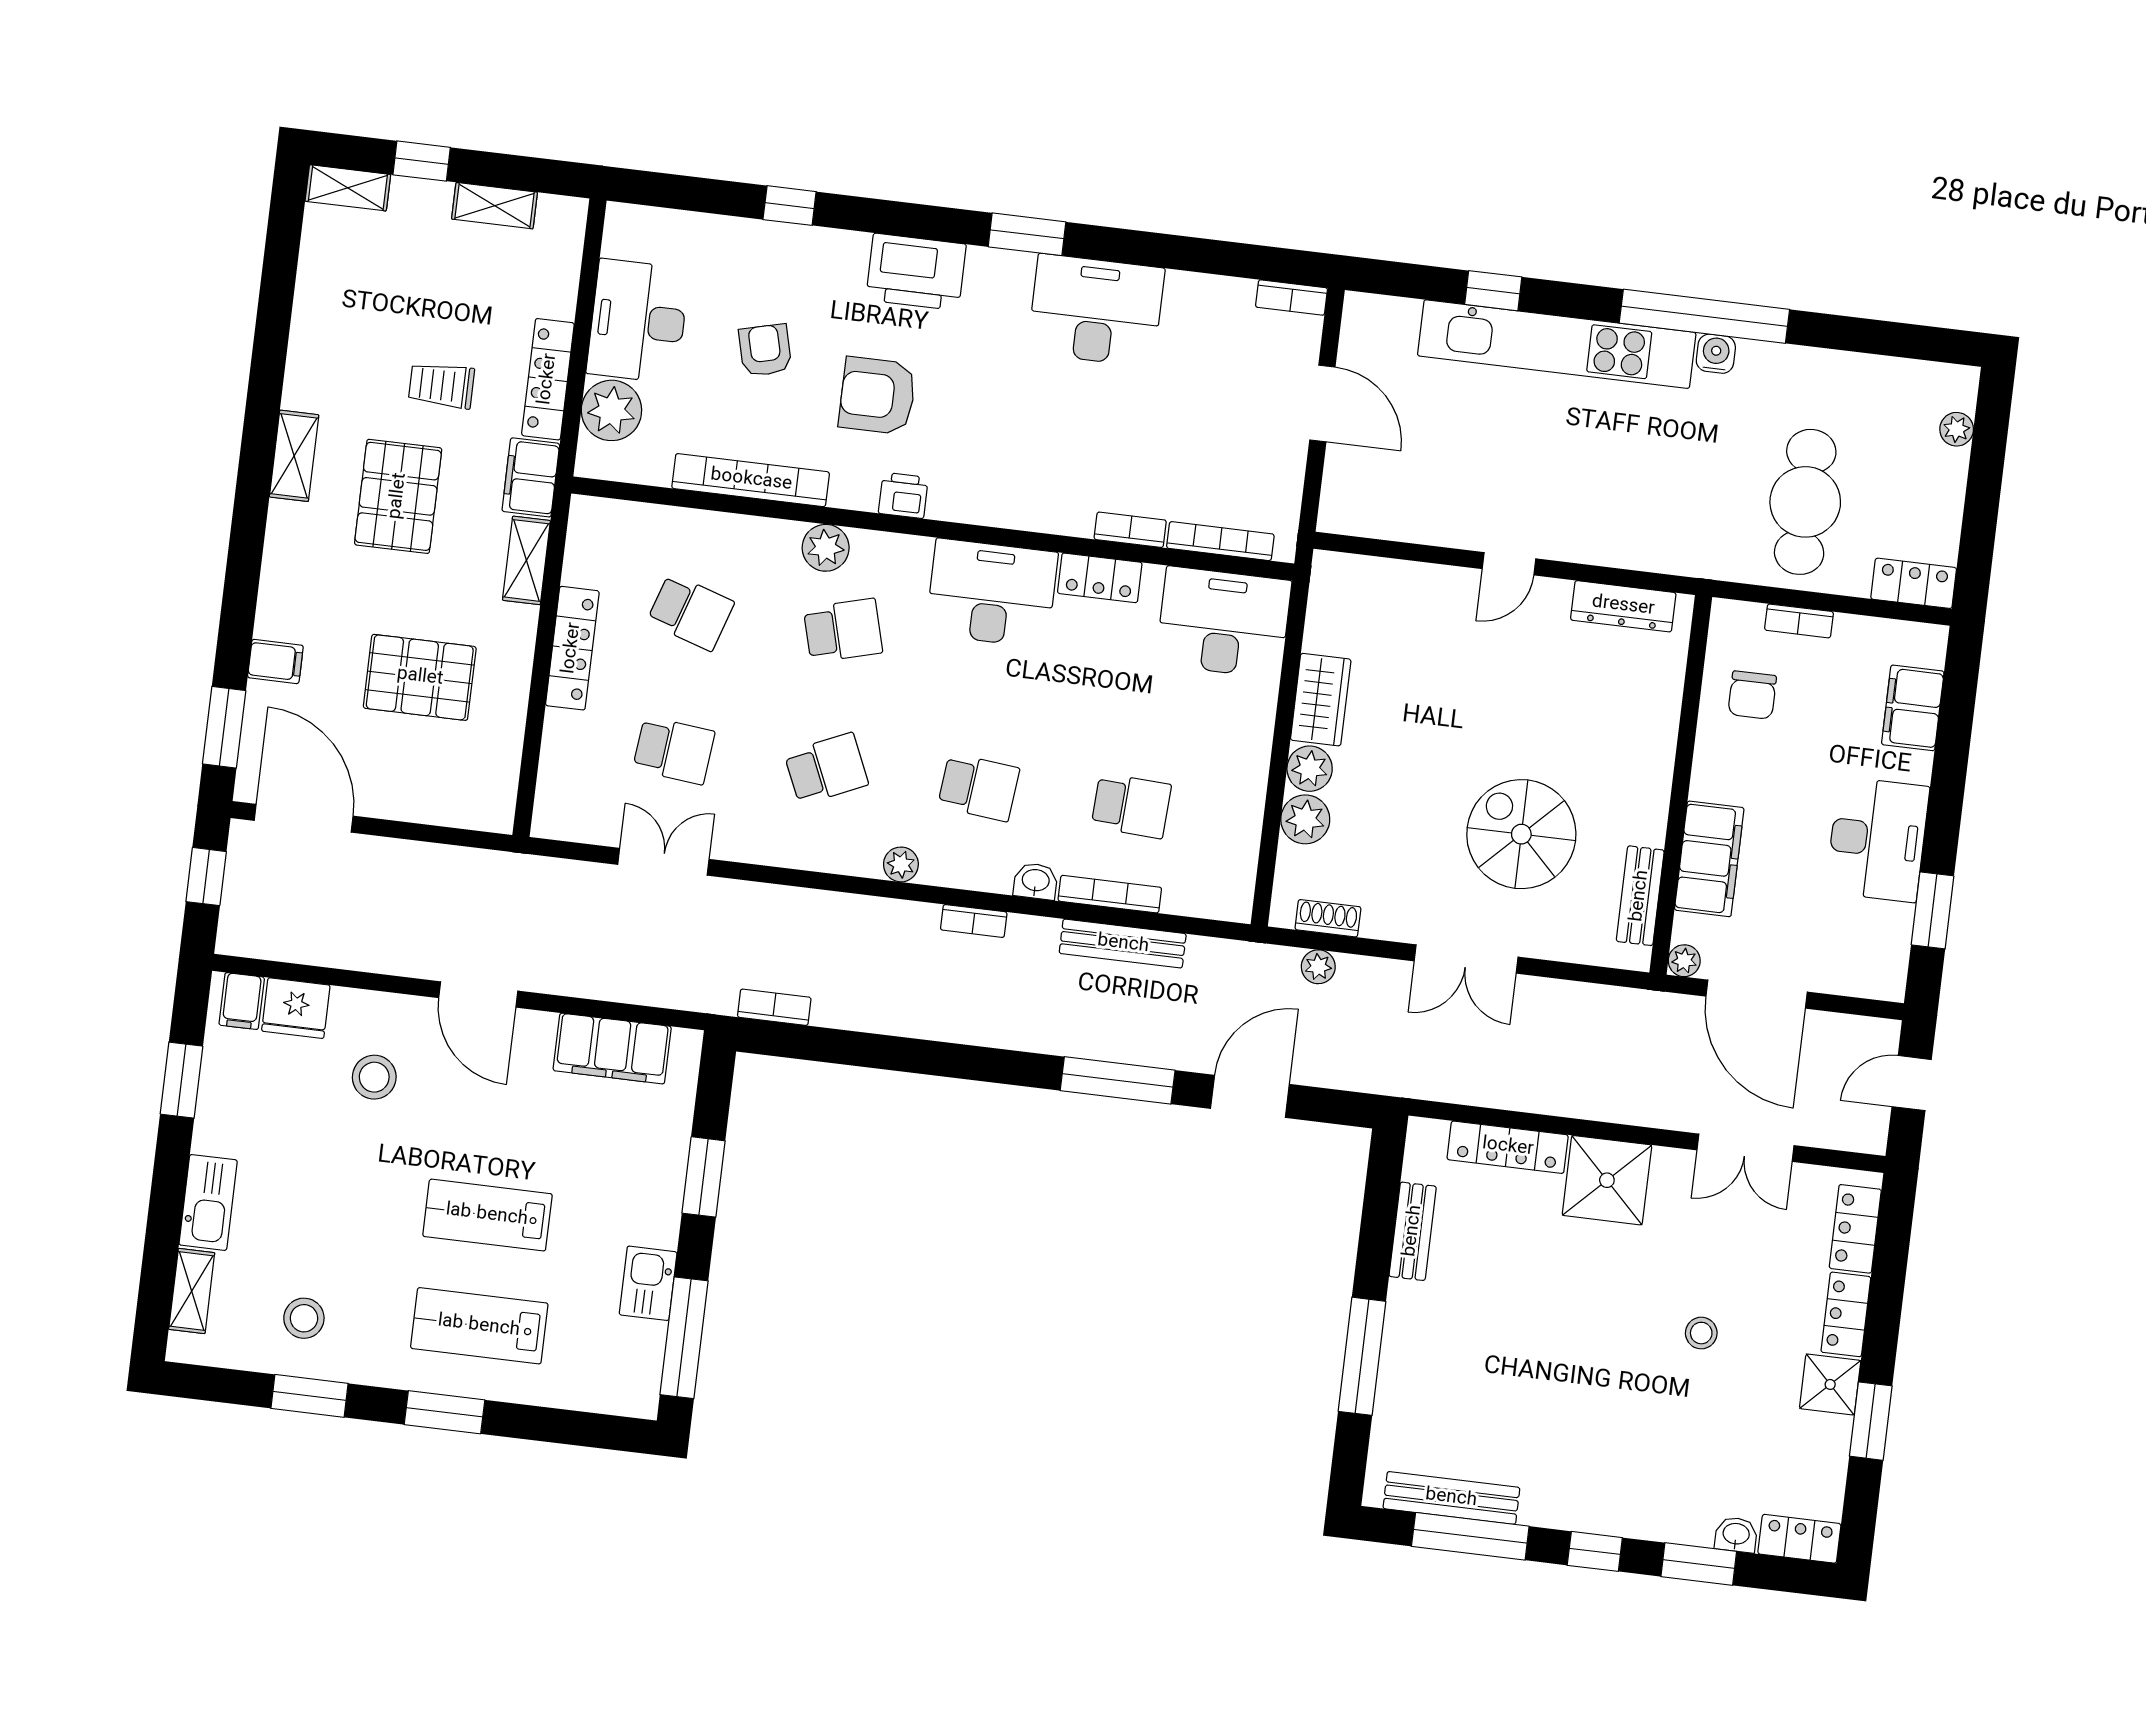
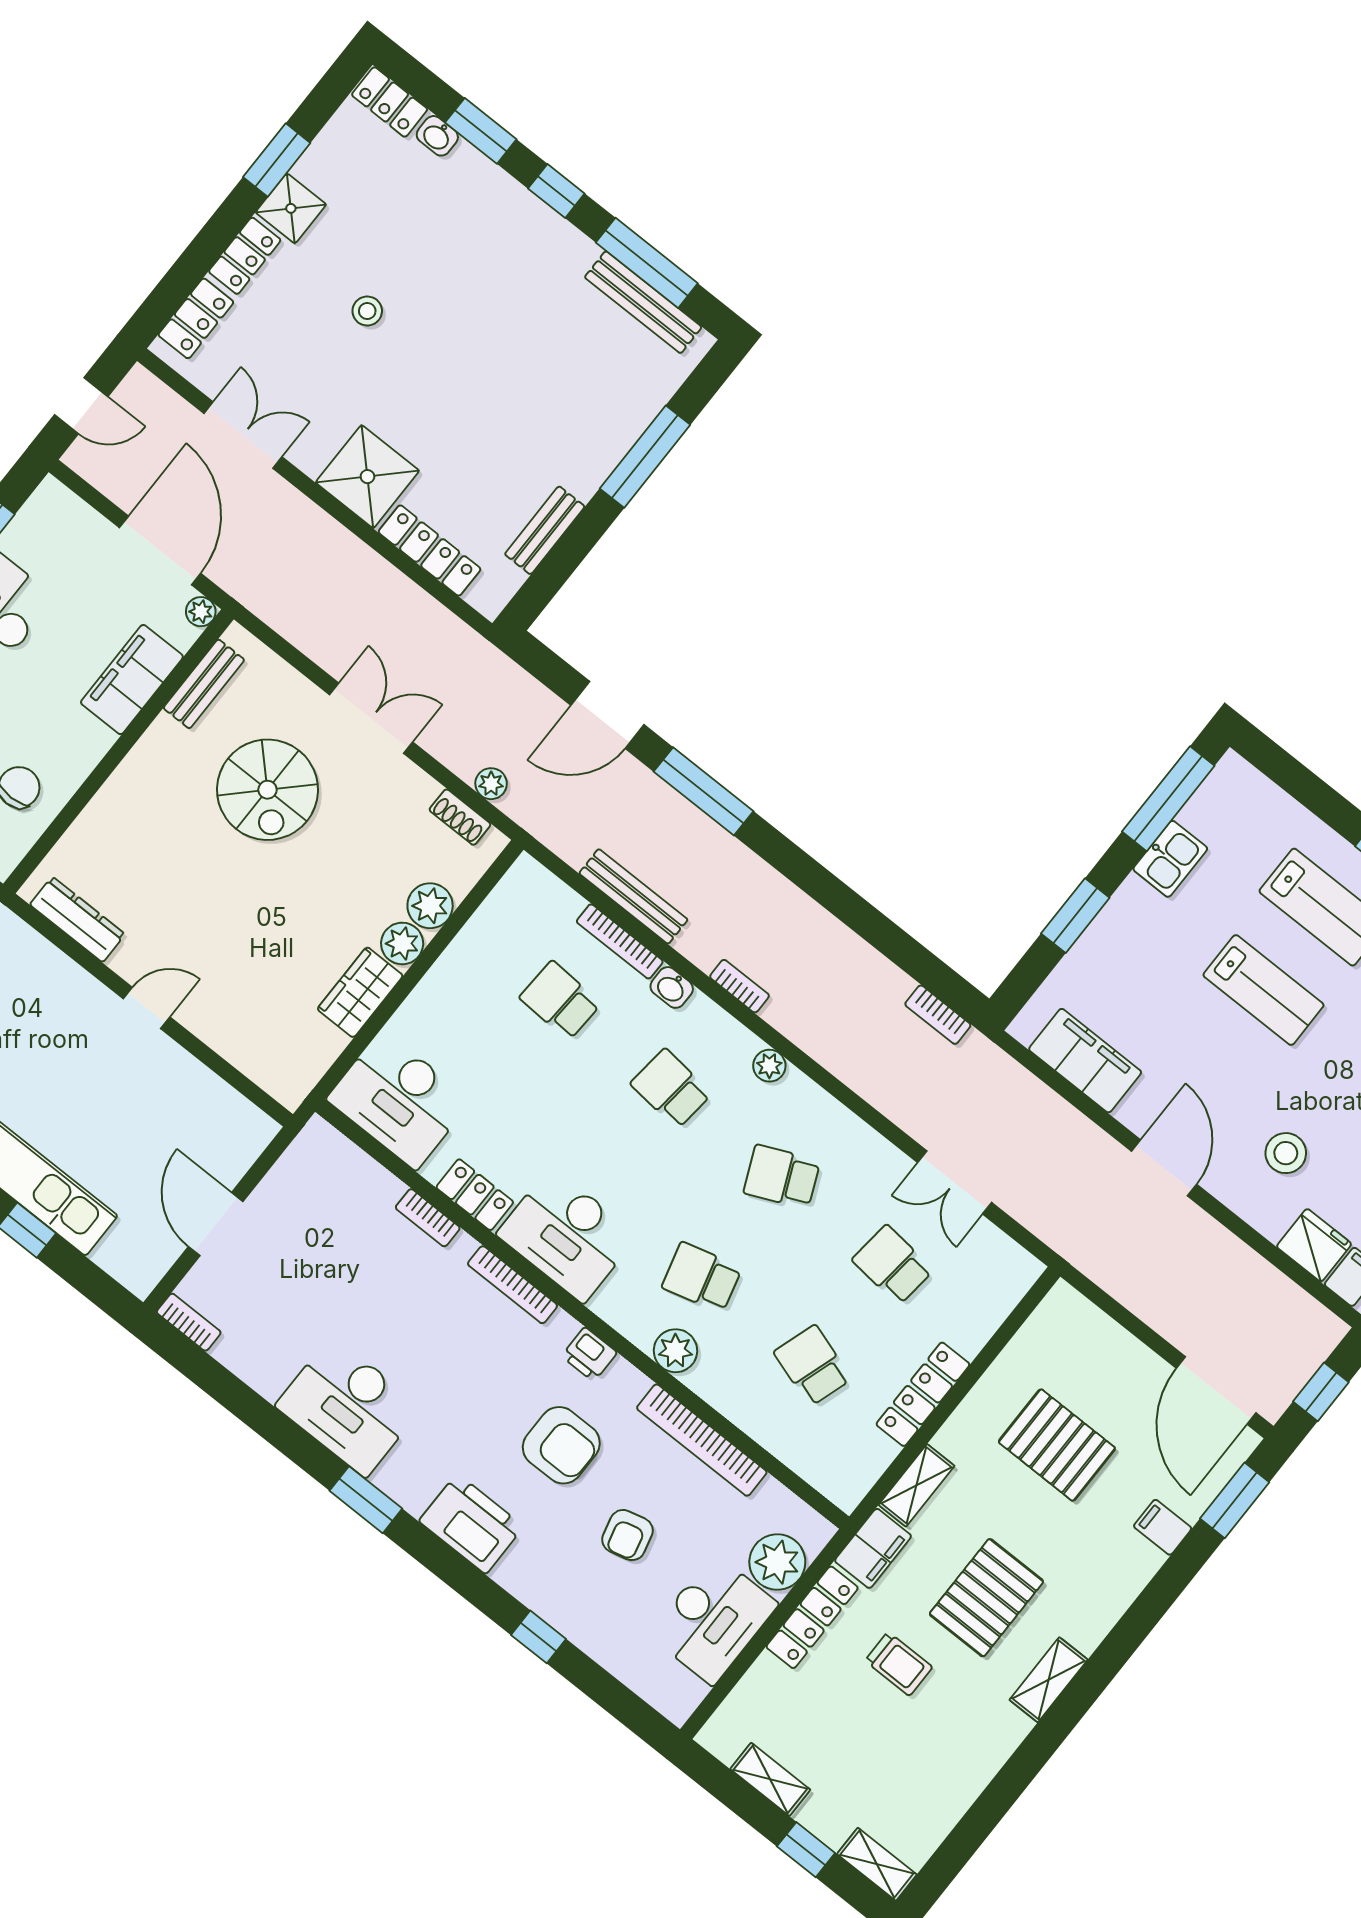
bookcase: (1220, 541) -> (513, 1285), moved

